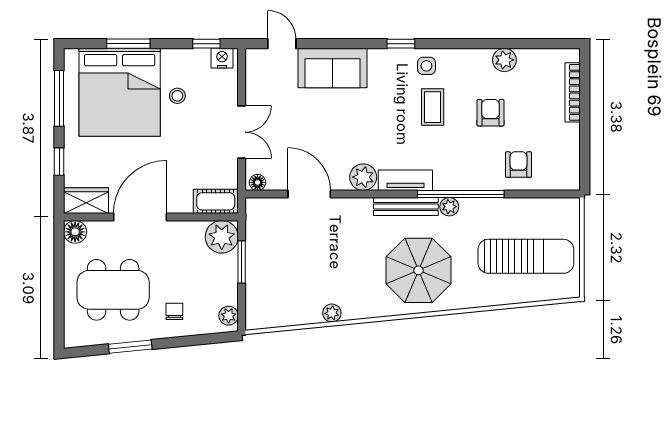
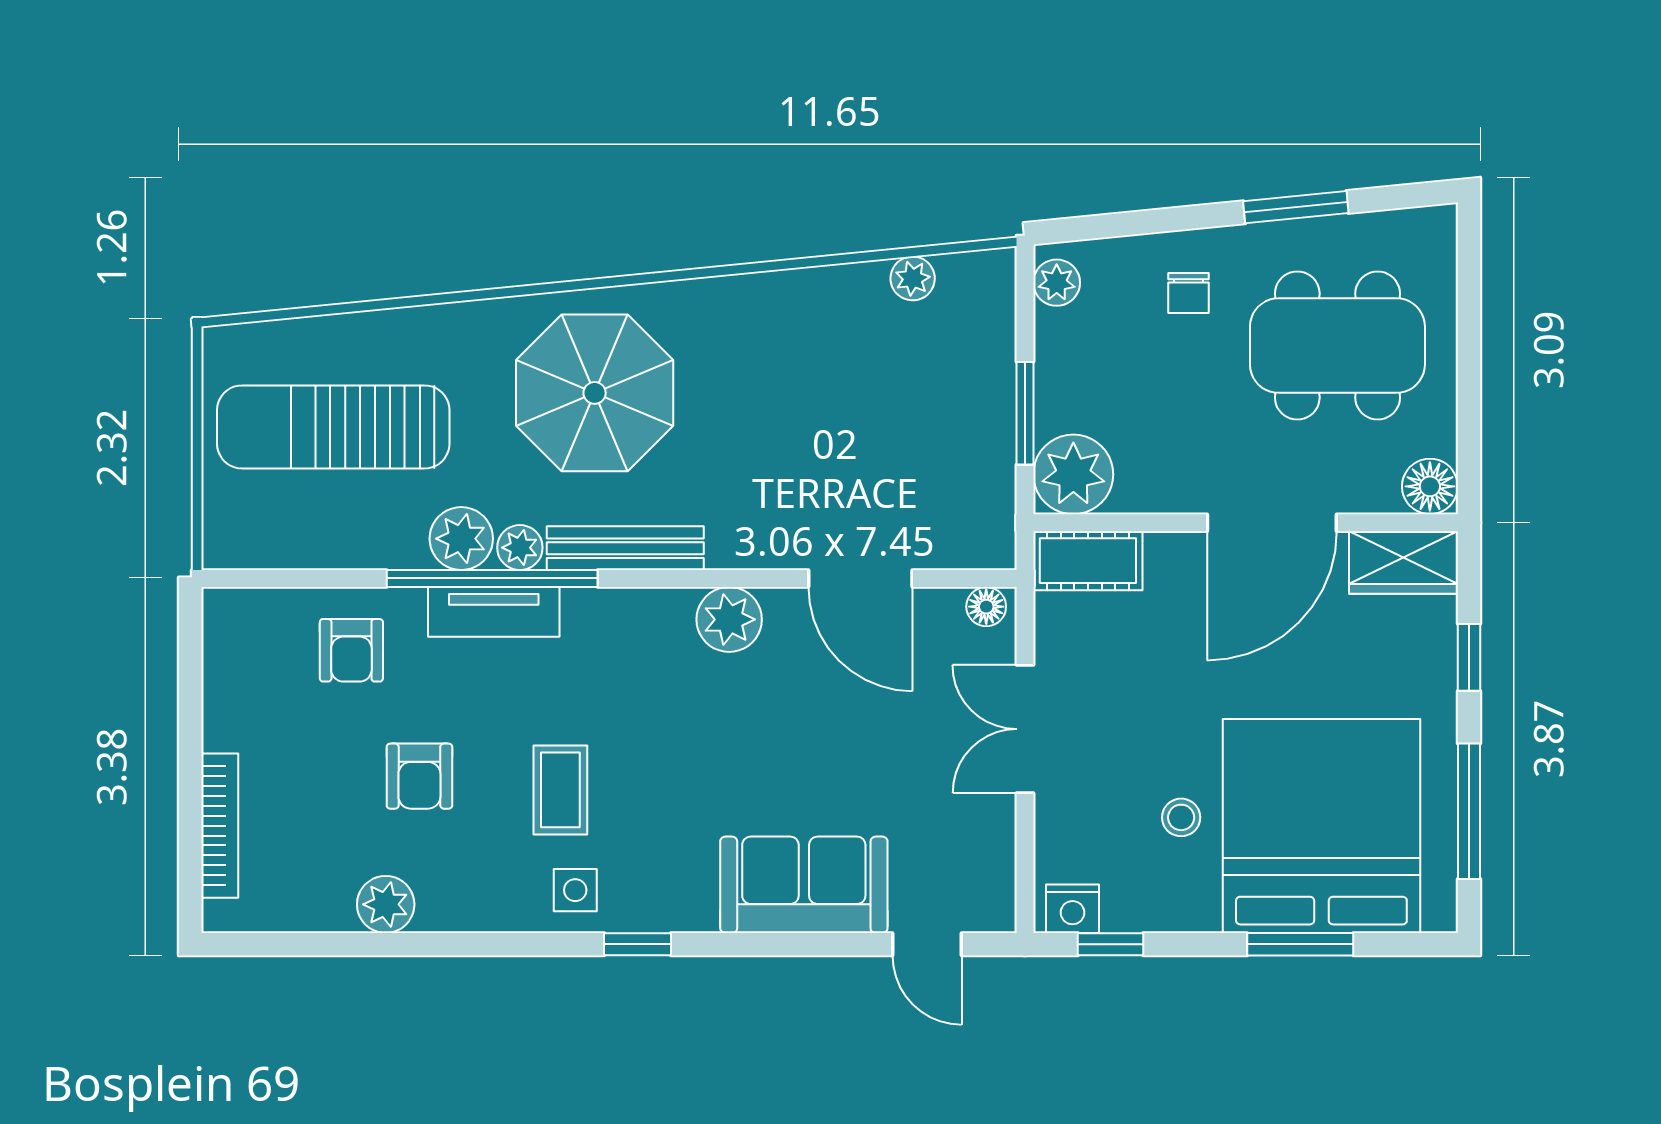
tv unit: (405, 180) -> (494, 612), moved
plant: (473, 210) -> (461, 539), added
plant: (332, 313) -> (913, 278), moved

